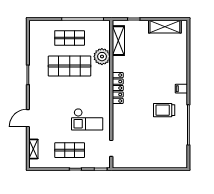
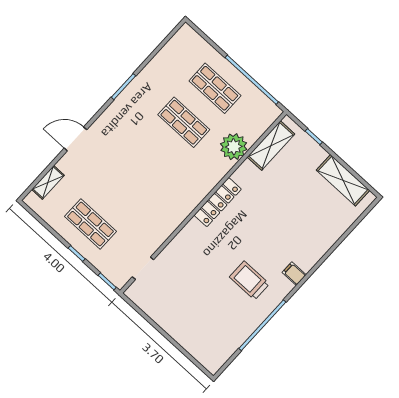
shop shelf: (70, 66) -> (184, 122), width x0.70, depth x0.74
checkout: (87, 119) -> (146, 206), removed

